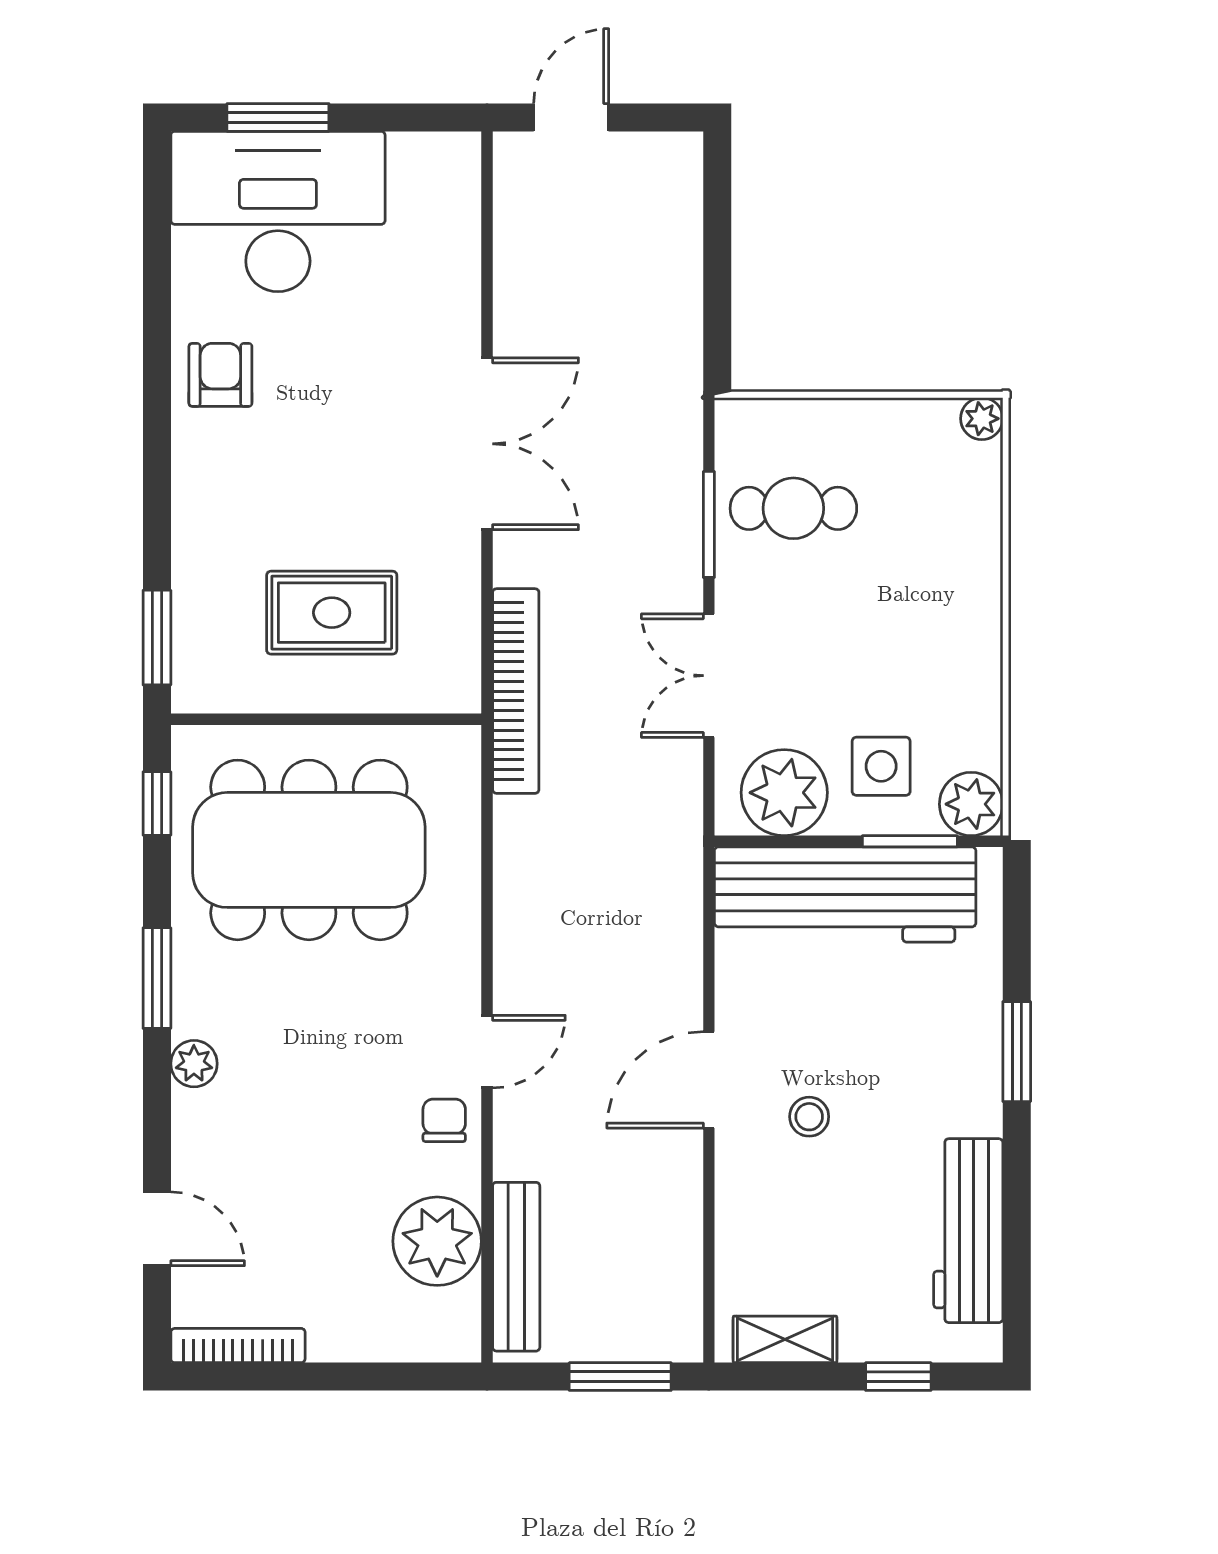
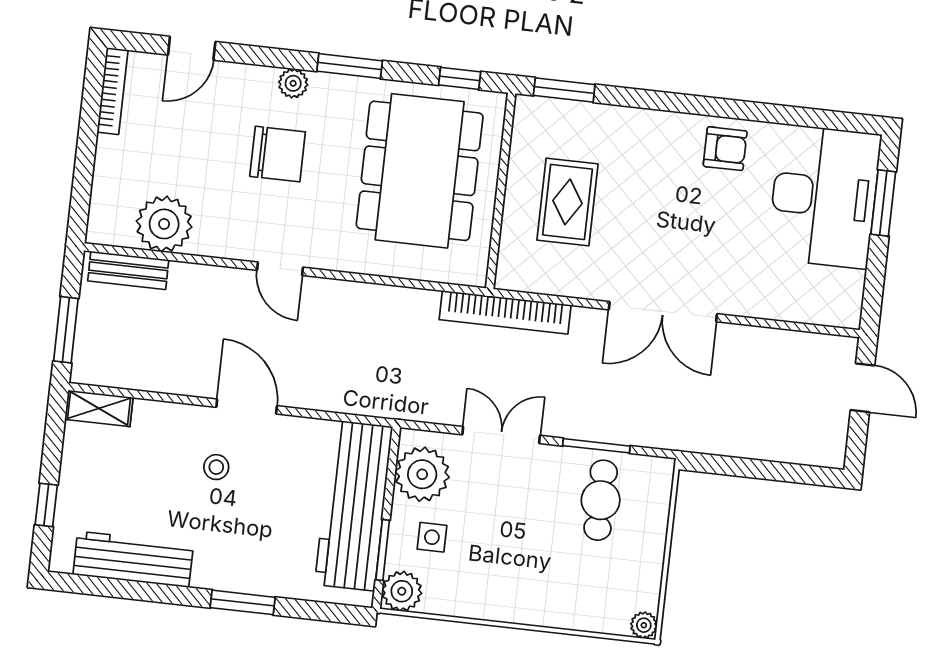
side table: (881, 766) -> (432, 537), width x0.73, depth x0.73
chair: (444, 1120) -> (278, 154), moved, width x1.87, depth x1.87
bench: (516, 1267) -> (128, 270), width x0.73
shelving: (785, 1339) -> (99, 408), moved, turned 90

